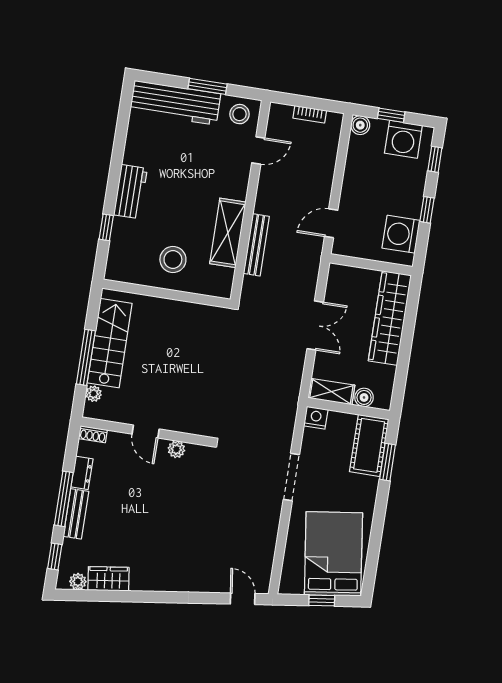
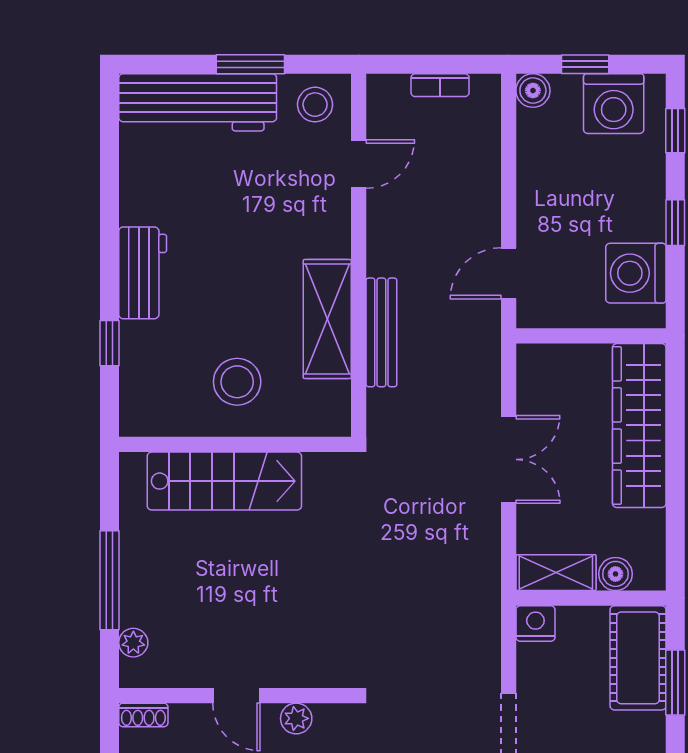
stairs: (110, 343) -> (224, 481), moved, turned 90

